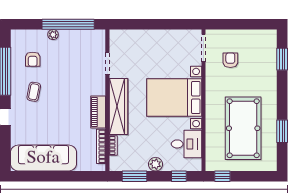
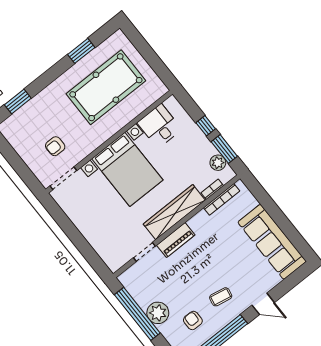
plant: (53, 35) -> (158, 313), width x1.87, depth x1.87
armchair: (33, 59) -> (193, 320), turned -90
piano: (98, 112) -> (176, 240), moved
plant: (155, 164) -> (218, 163), moved
window: (179, 176) -> (206, 126), moved
window: (222, 176) -> (163, 72), removed

